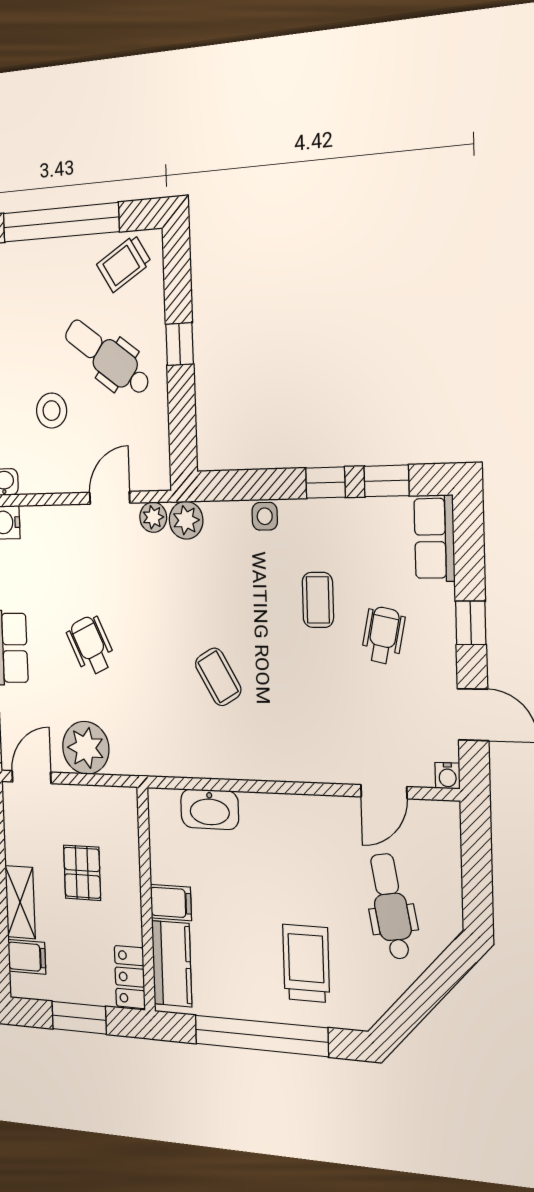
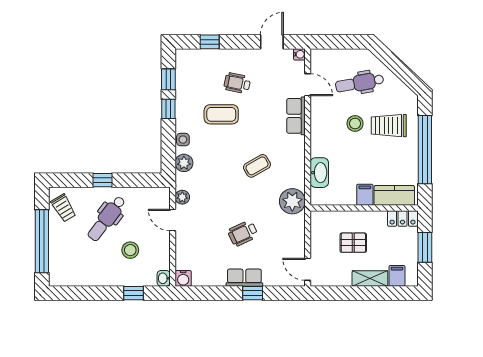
plant: (186, 520) -> (184, 163), moved
row of seats: (434, 538) -> (296, 116), moved, turned 90
coffee table: (318, 600) -> (221, 114), width x1.36, depth x1.30
window: (471, 623) -> (210, 42), moved
plant: (86, 748) -> (292, 201), moved
stool: (308, 891) -> (355, 124), added

